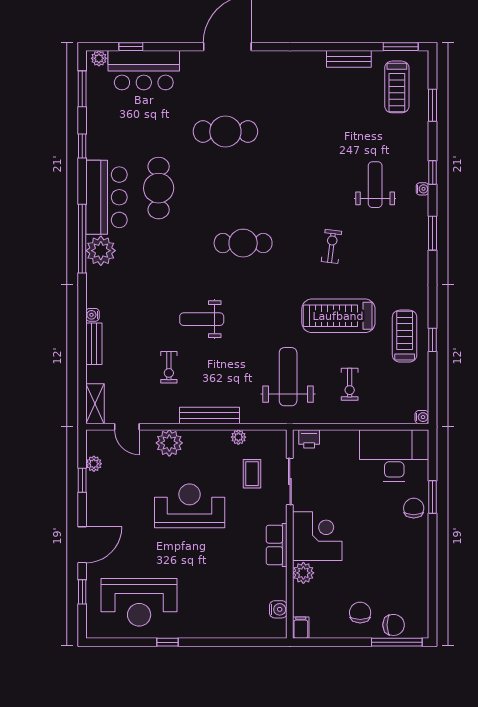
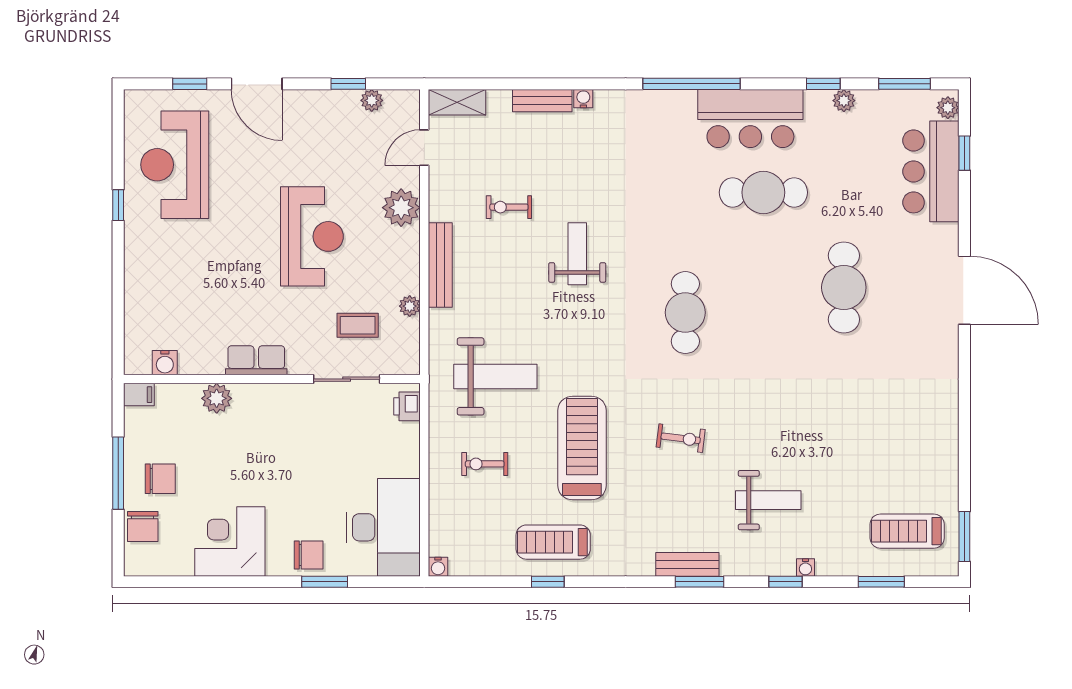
bench: (349, 59) -> (687, 564), moved, turned 90
water cooler: (422, 189) -> (805, 568), moved
plant: (101, 251) -> (844, 101), moved, width x0.53, depth x0.53
treadmill: (405, 336) -> (553, 542), turned 180
corner desk: (317, 536) -> (230, 541), moved, turned 180
window: (397, 642) -> (118, 473), moved

